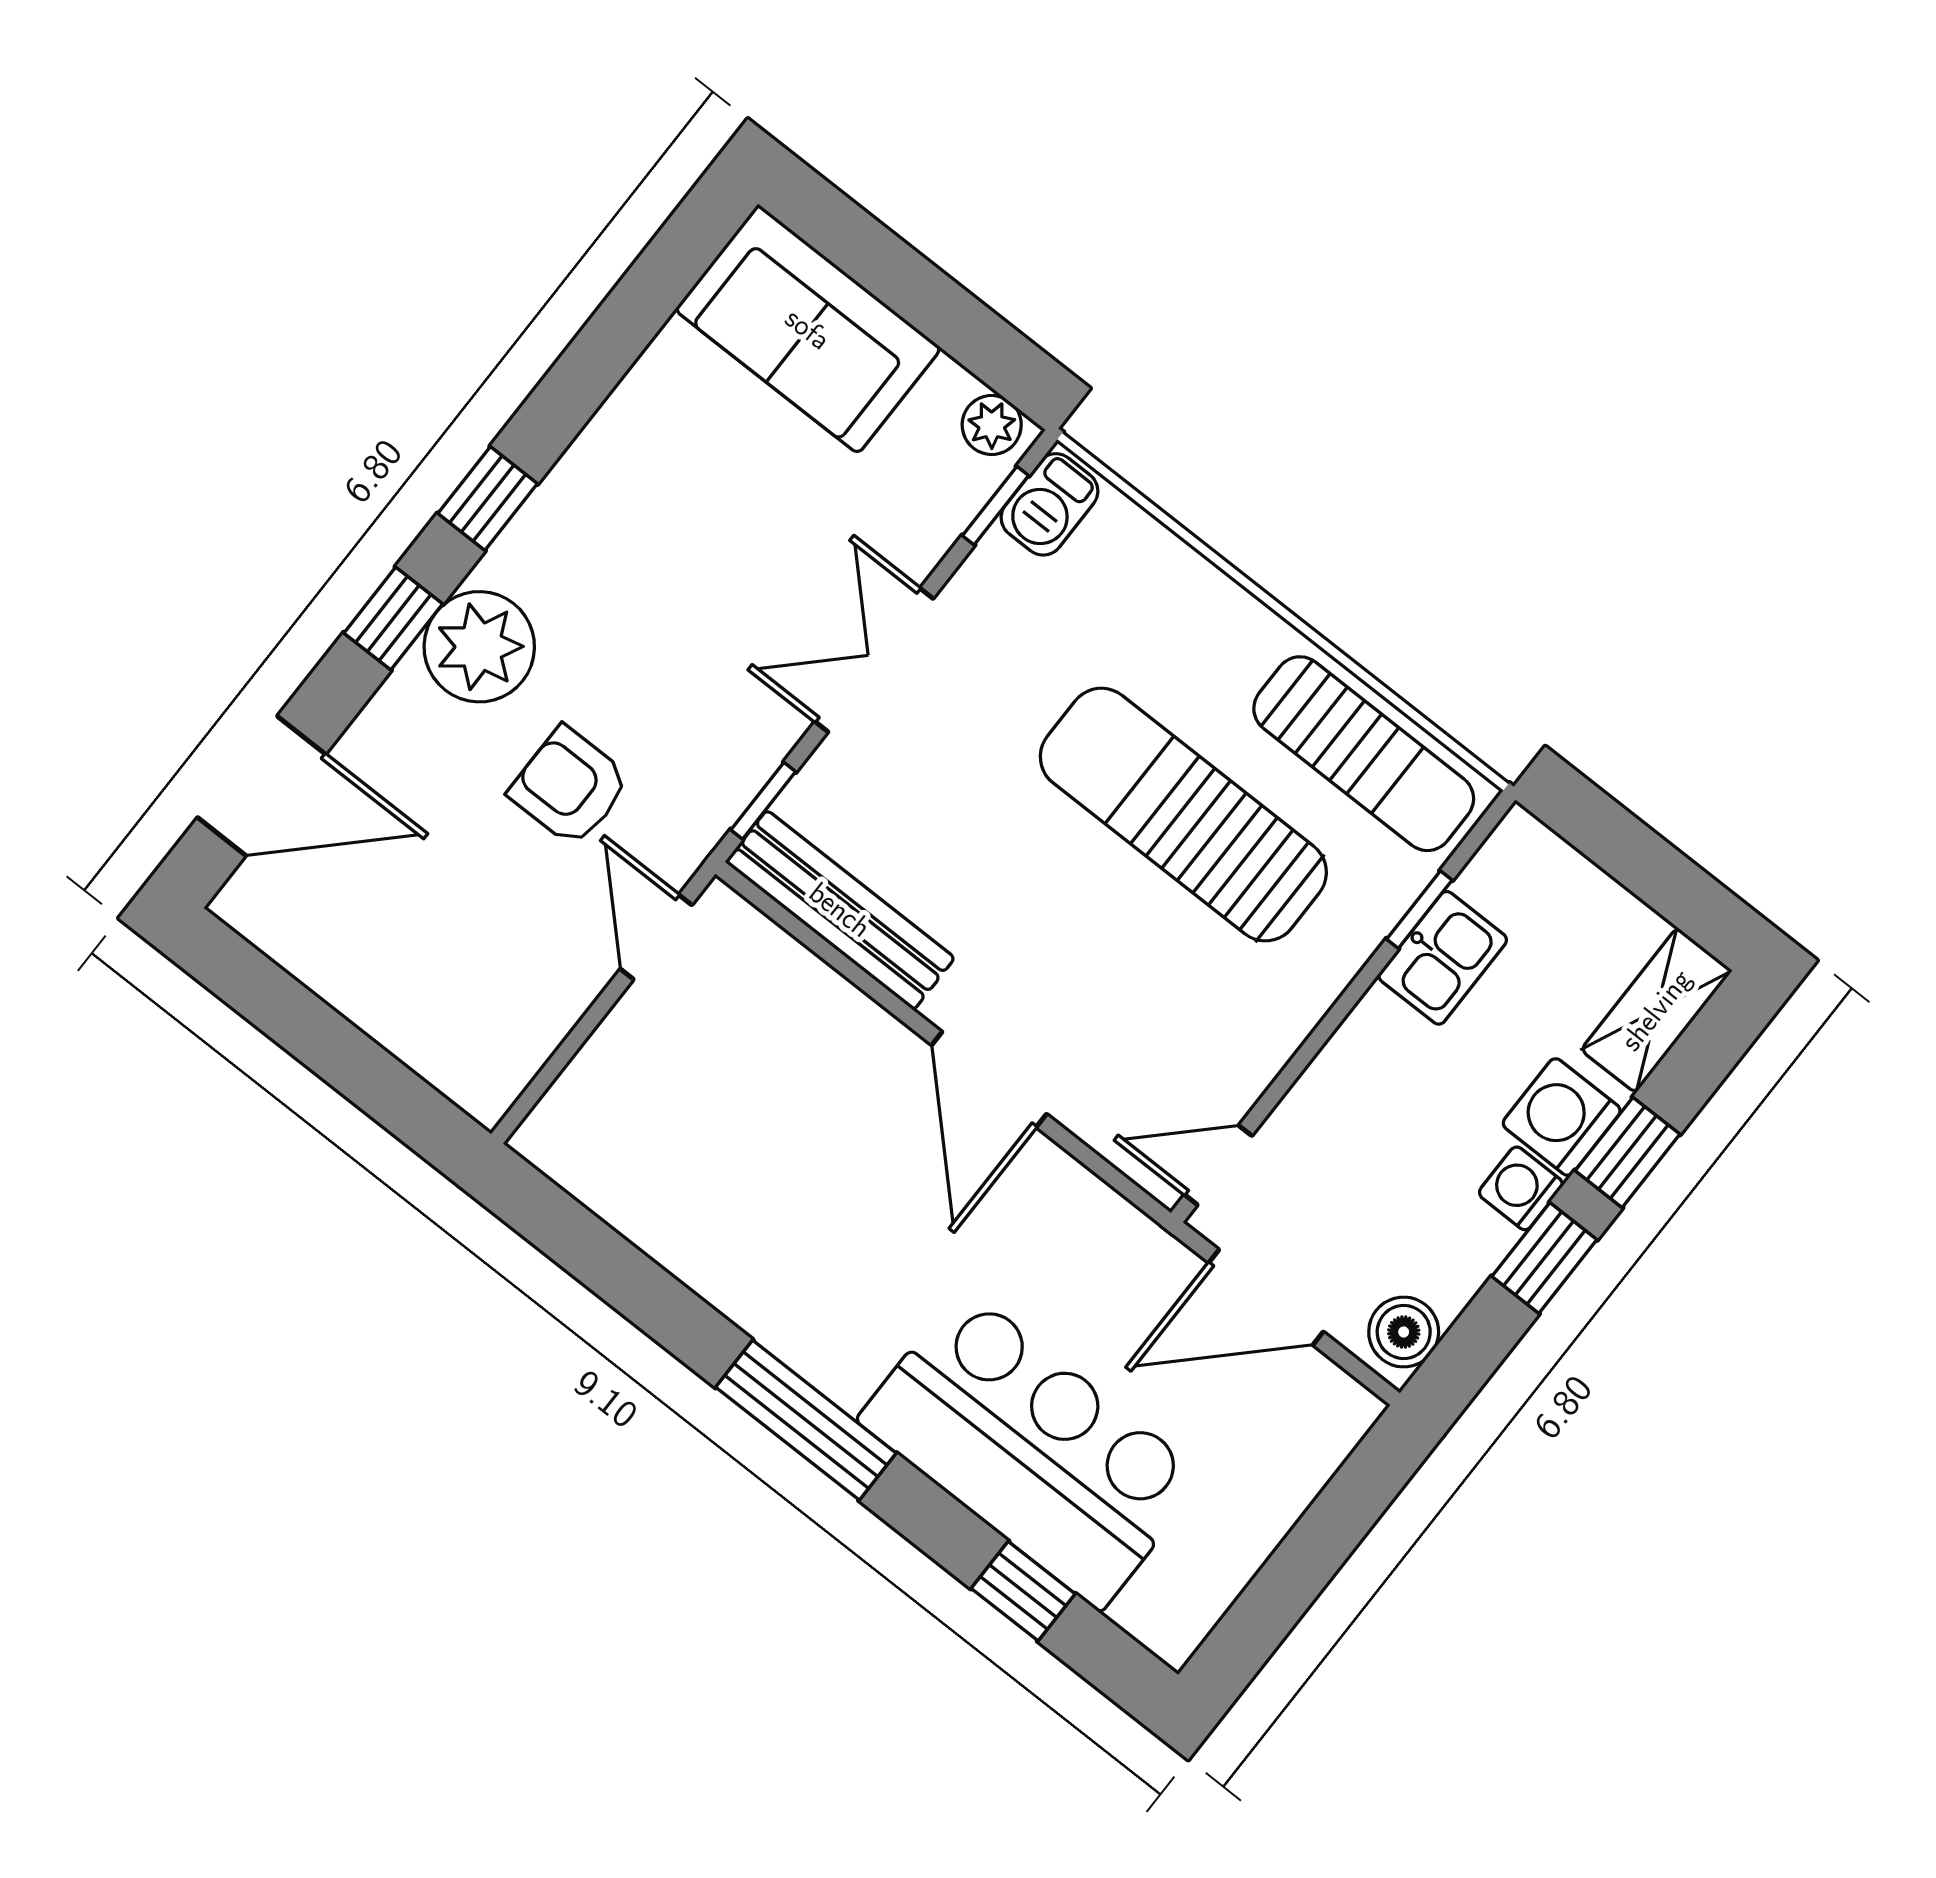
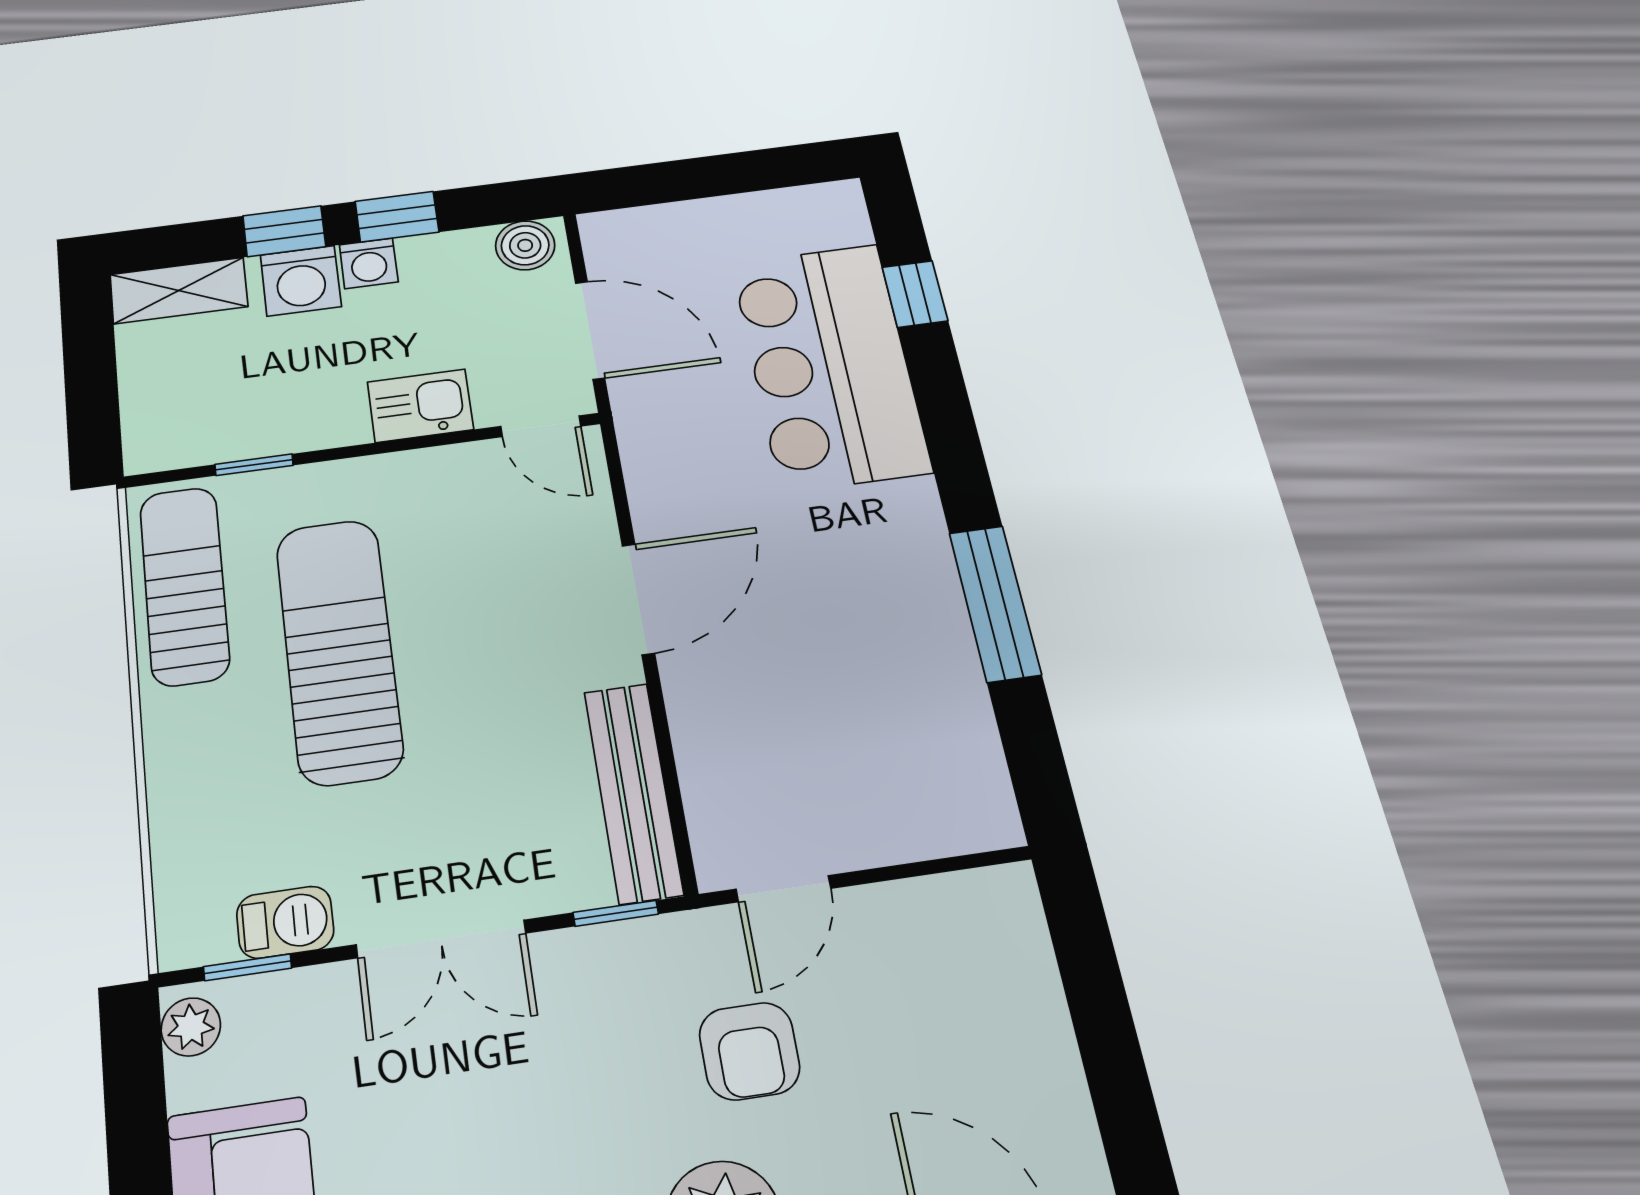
barbecue: (1049, 504) -> (285, 922), moved
sun lounger: (1183, 815) -> (339, 650), turned 180
kitchen sink: (1443, 958) -> (420, 406), moved
window: (806, 1420) -> (995, 603), moved

